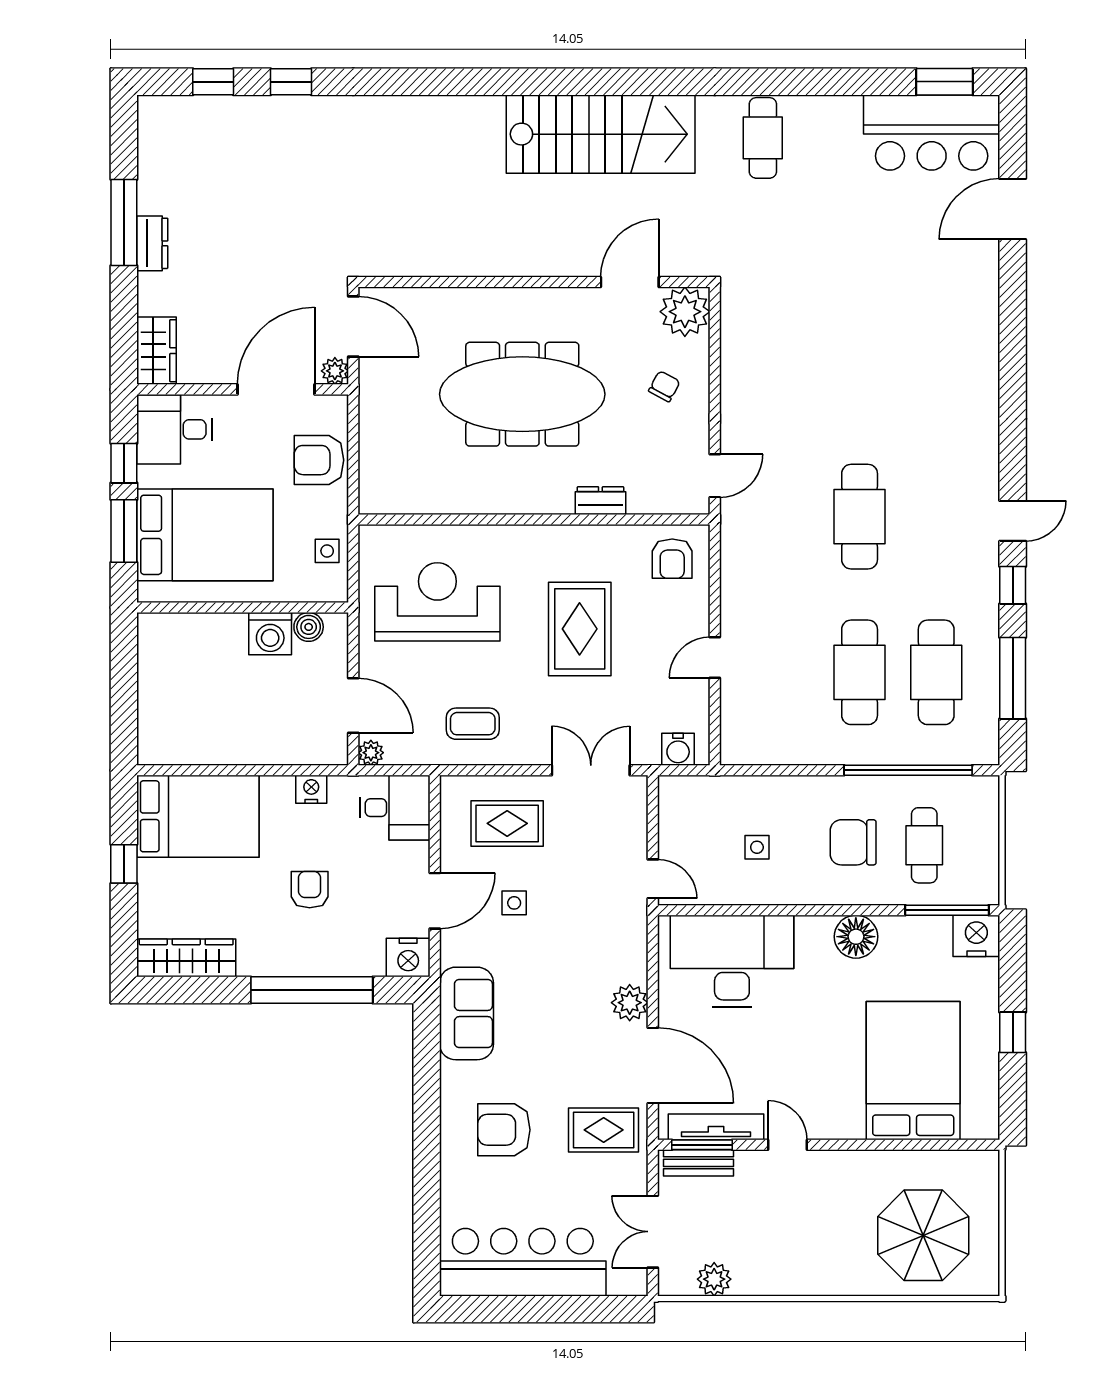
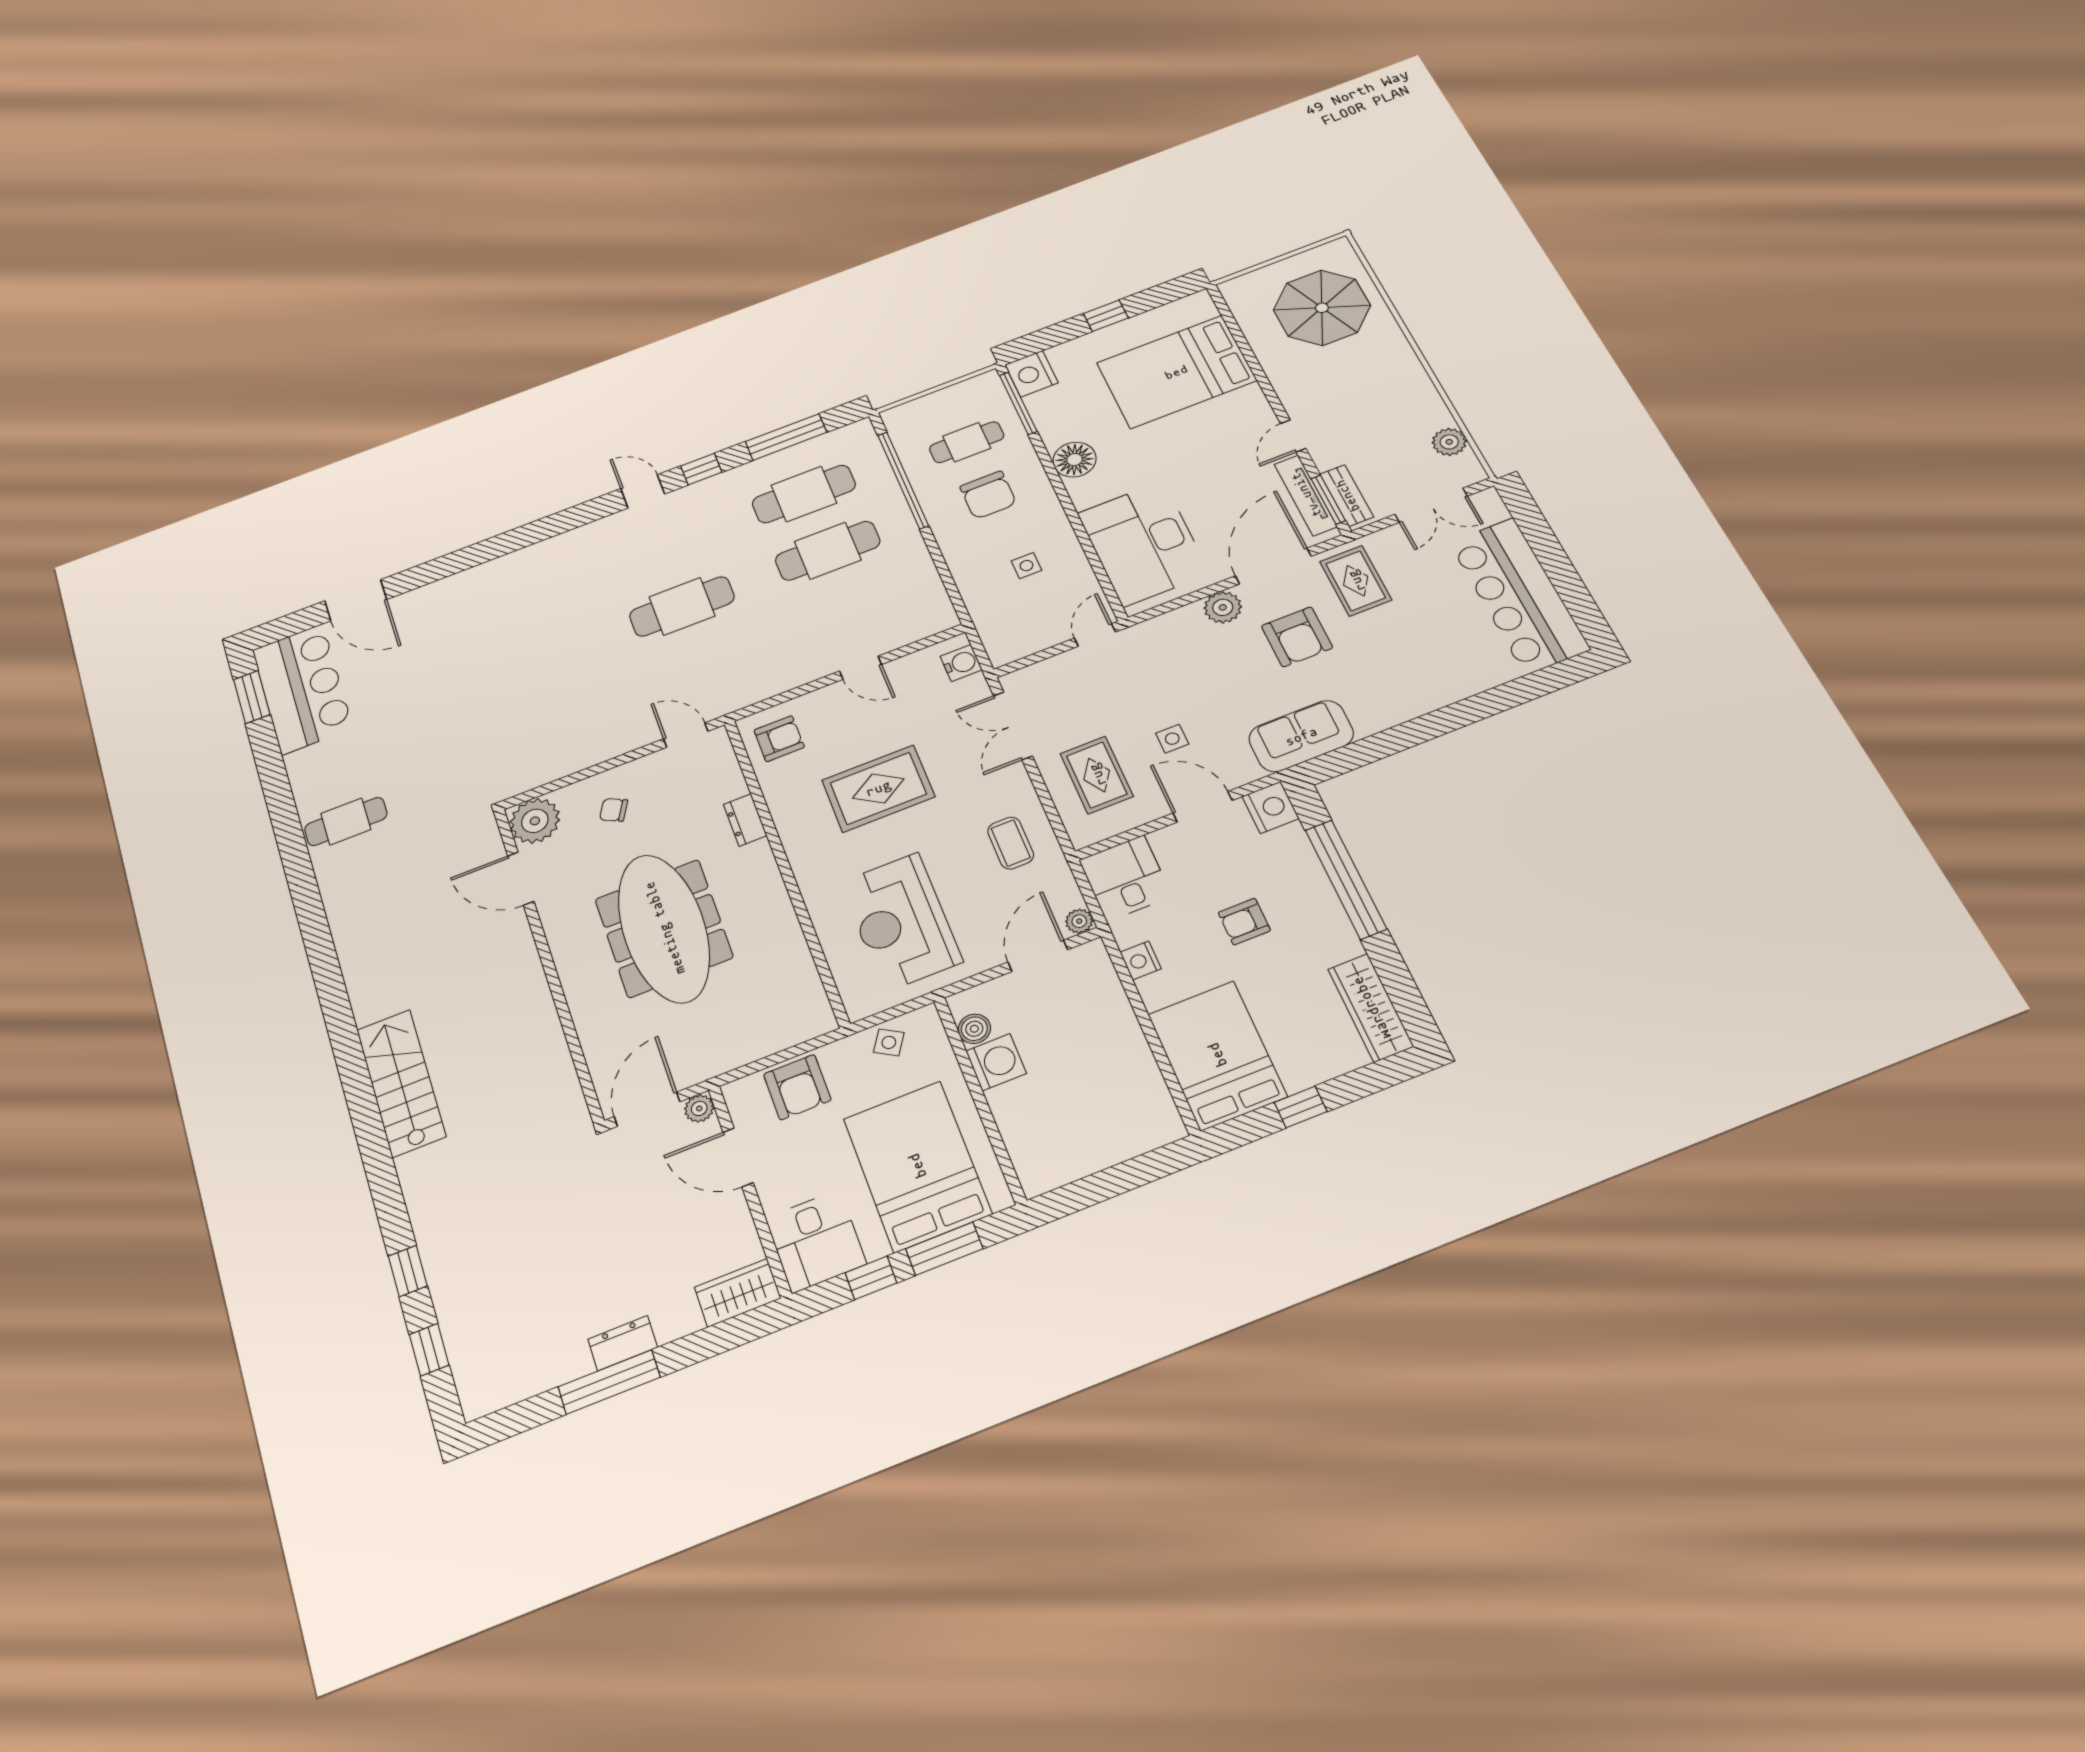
stairs: (601, 134) -> (401, 1083), moved, width x0.73, depth x0.66
door: (276, 389) -> (738, 1157), width x0.73
side table: (327, 551) -> (889, 1042), turned 32
armchair: (504, 1130) -> (1297, 637), moved

